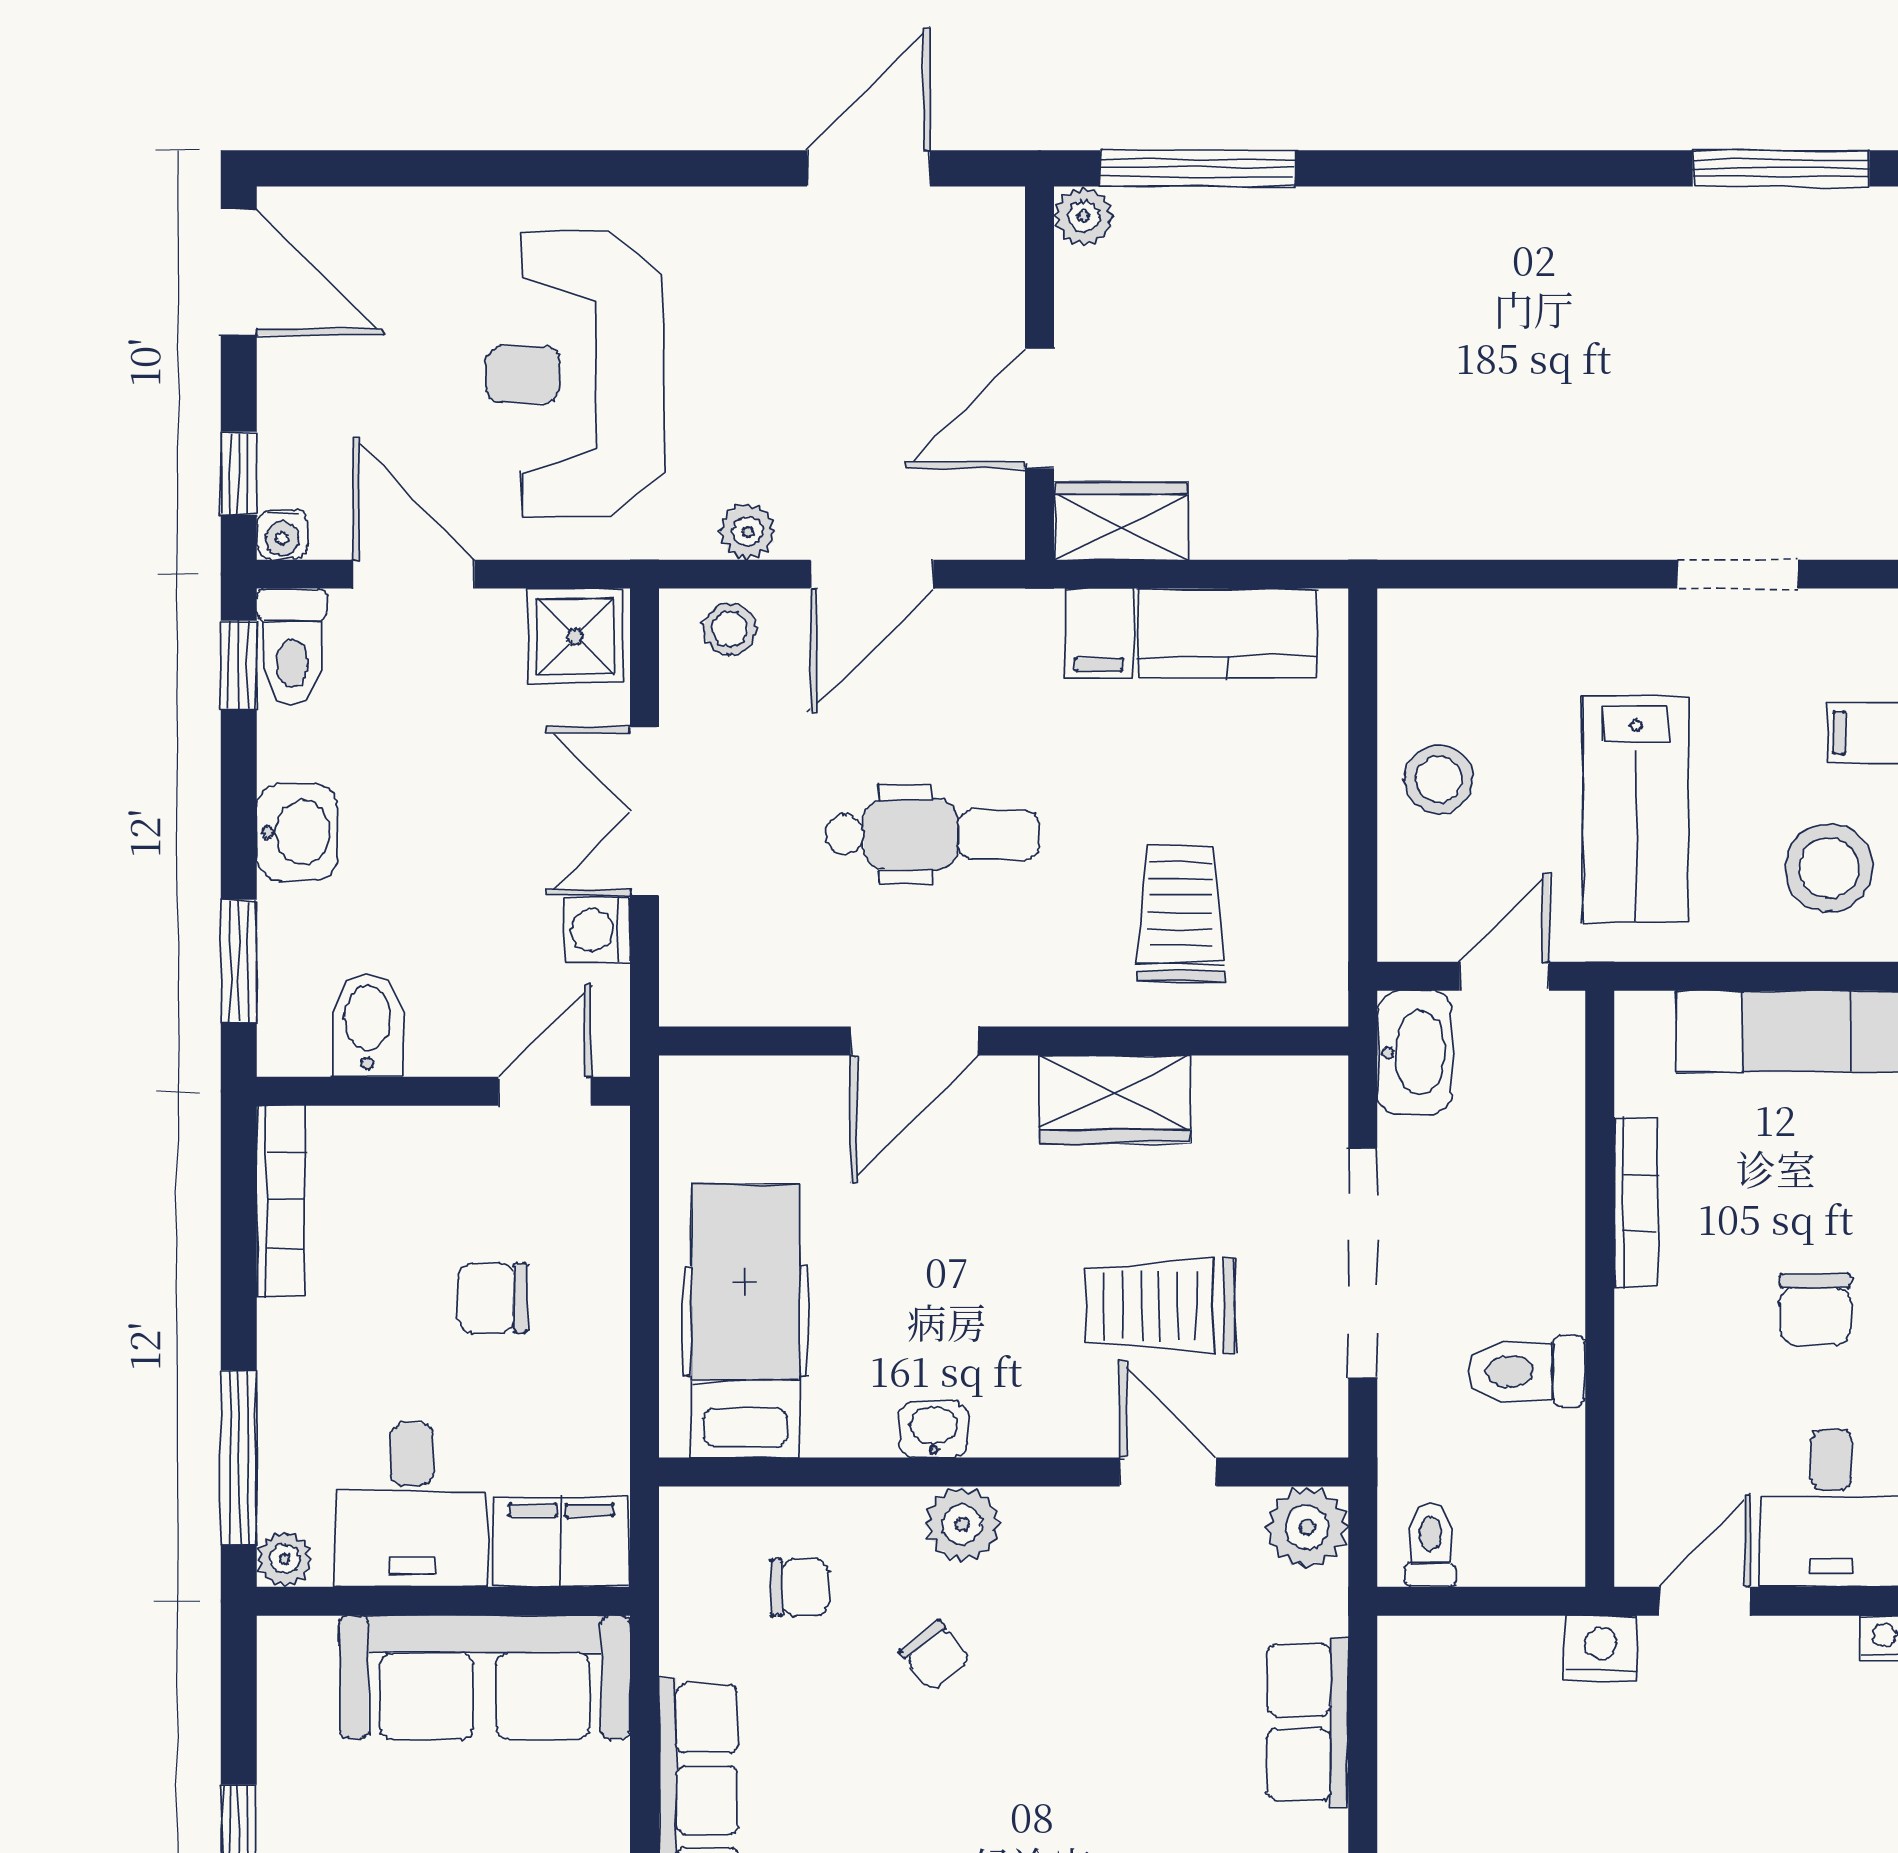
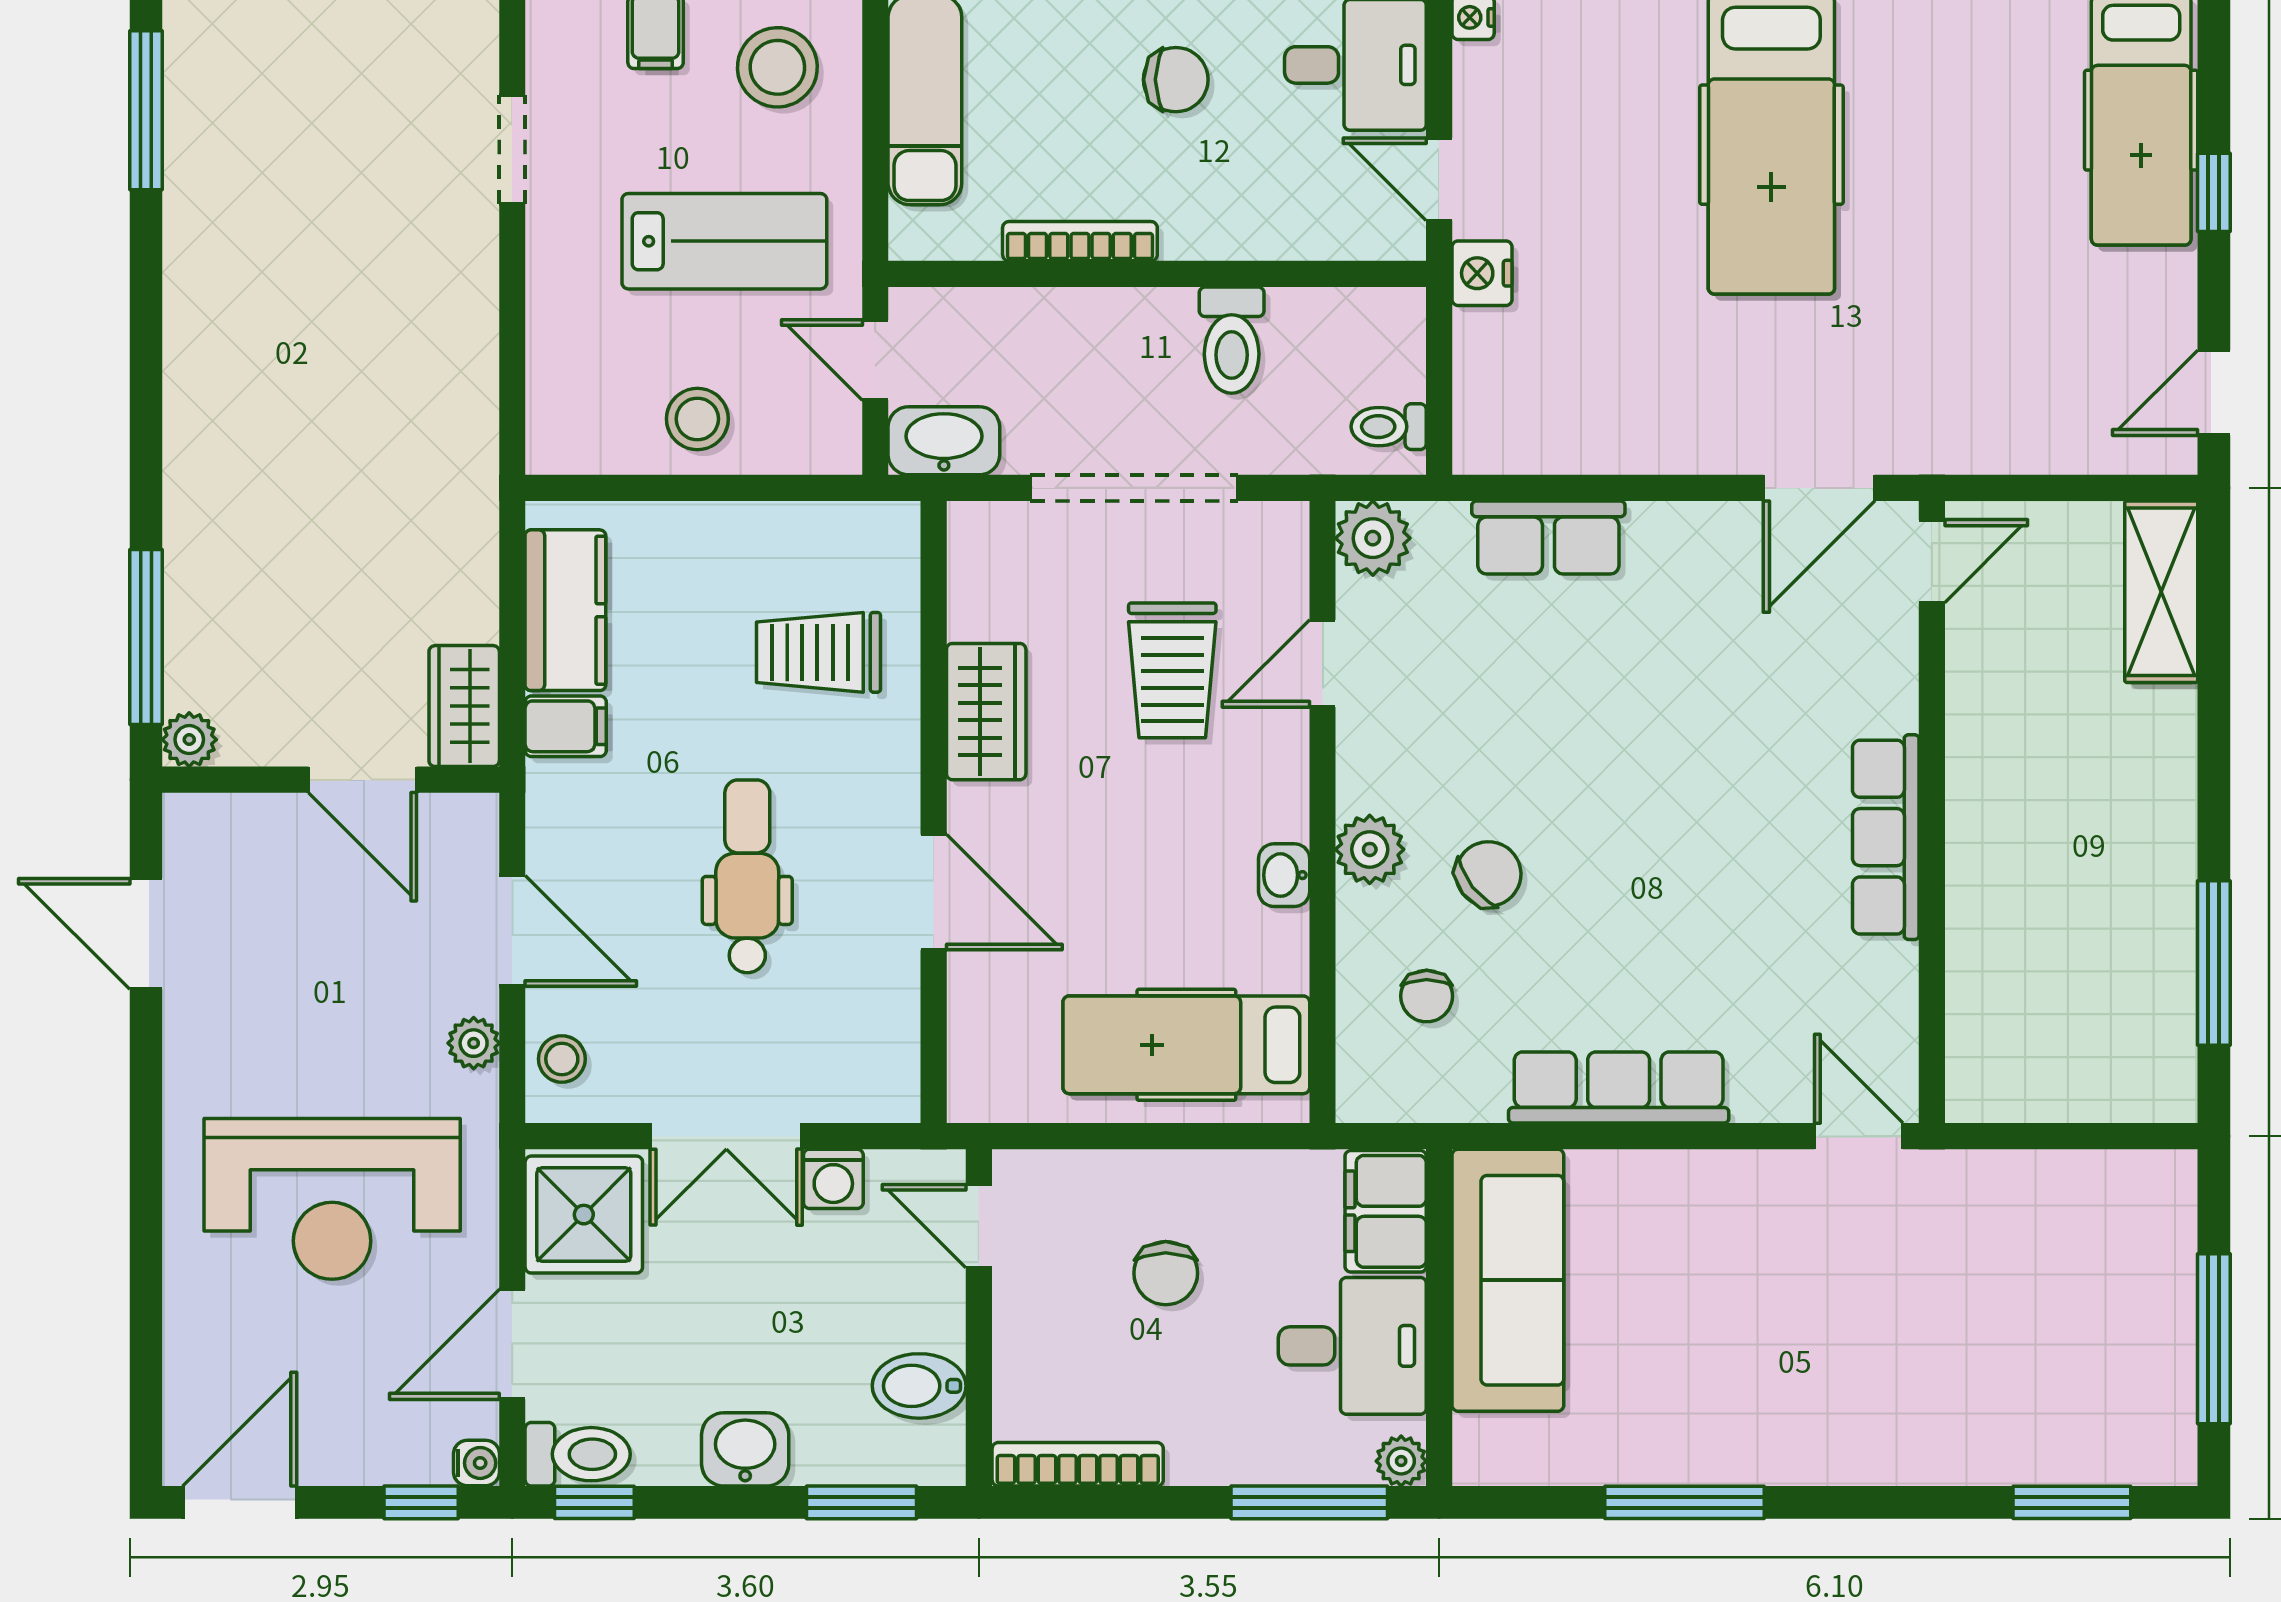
shower: (575, 636) -> (584, 1215), width x1.36, depth x1.36
chair: (800, 1587) -> (1427, 996), turned 180
chair: (935, 1656) -> (1488, 874), width x1.37, depth x1.37

